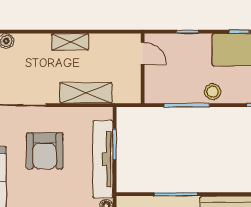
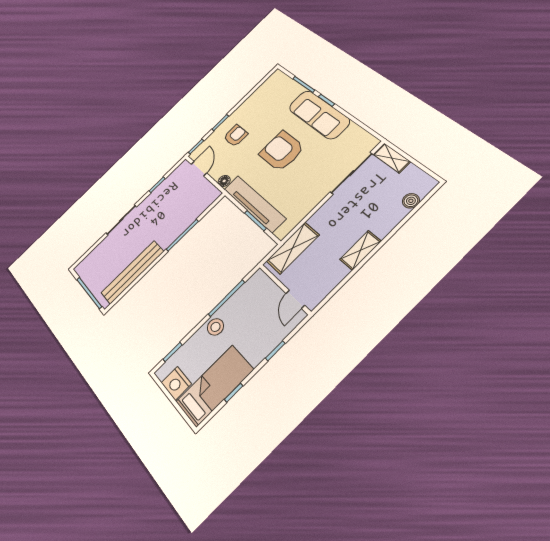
door: (143, 53) -> (295, 299), hinge flipped
shelving: (86, 93) -> (293, 248), moved
armchair: (45, 151) -> (282, 151), moved

